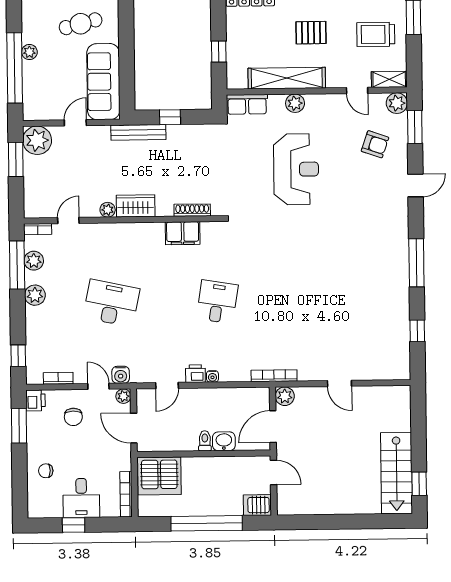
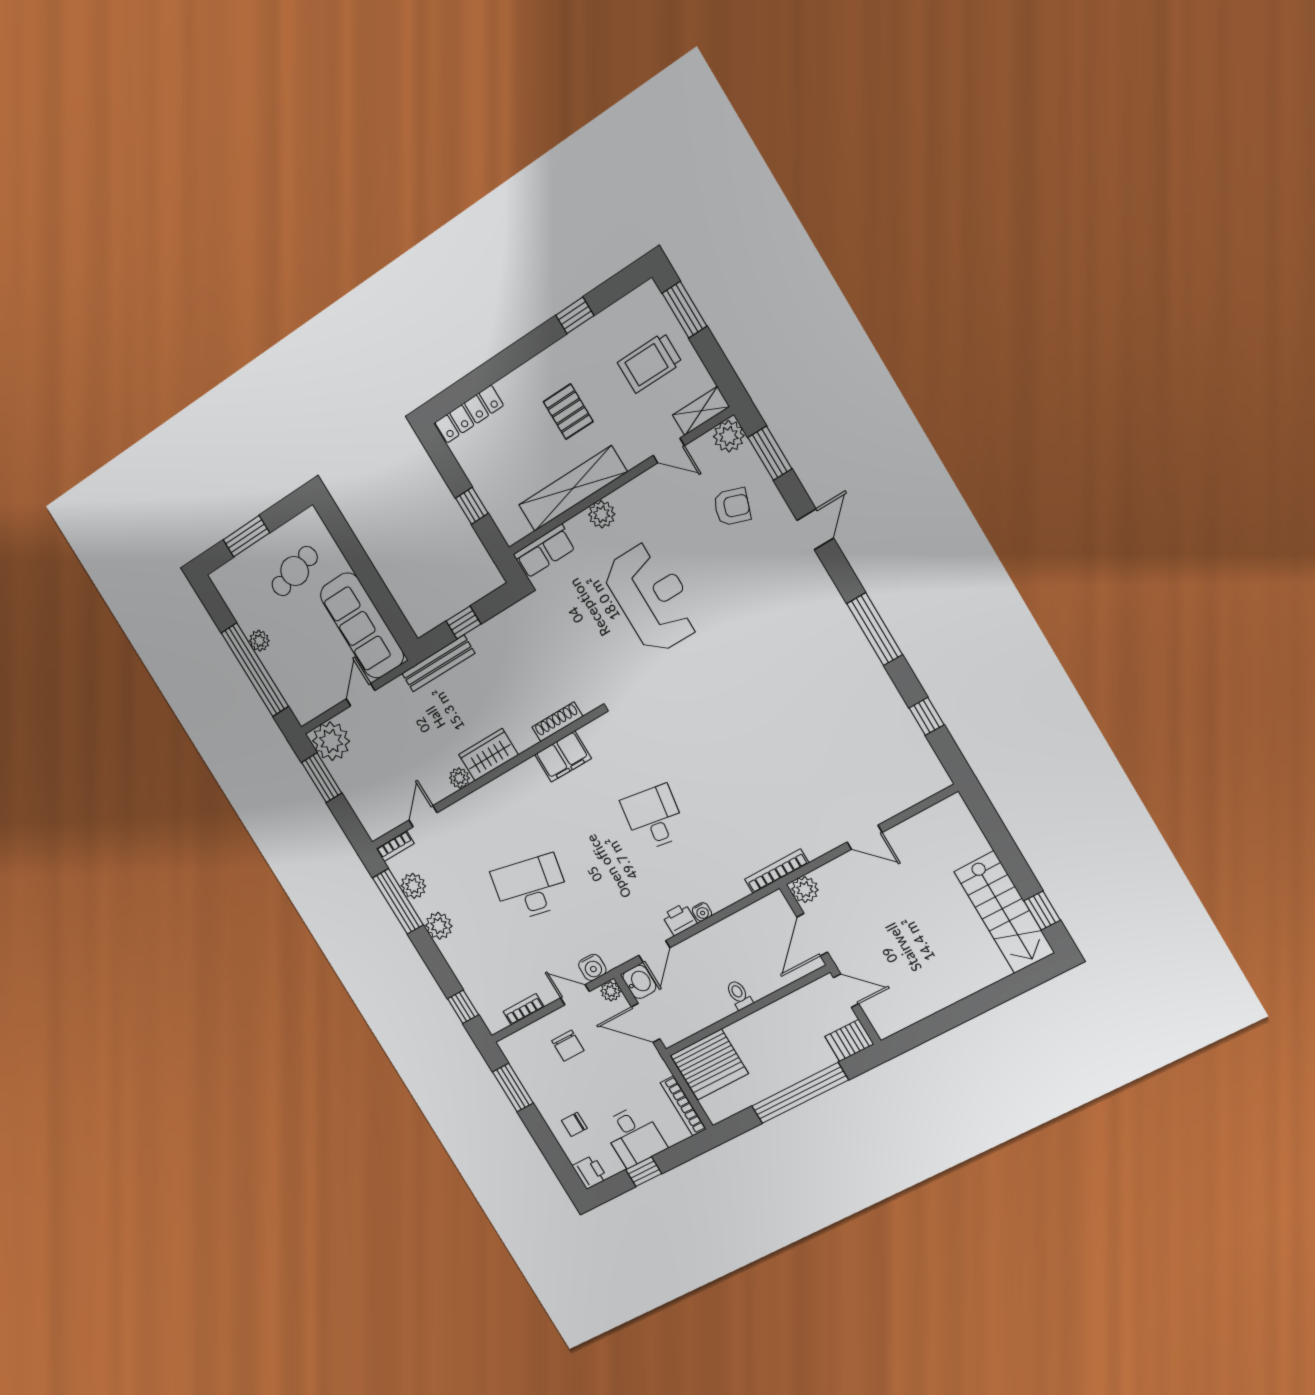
pallet: (311, 33) -> (568, 412), turned 90
printer: (35, 400) -> (590, 1172), moved
washbasin: (224, 441) -> (639, 982), moved, turned 90

